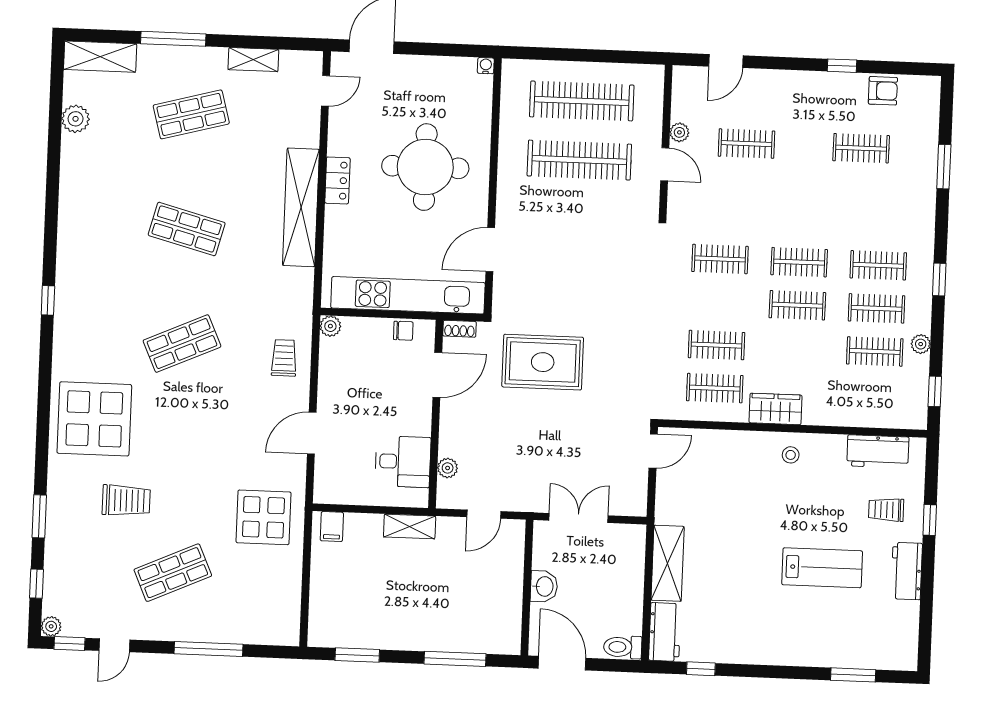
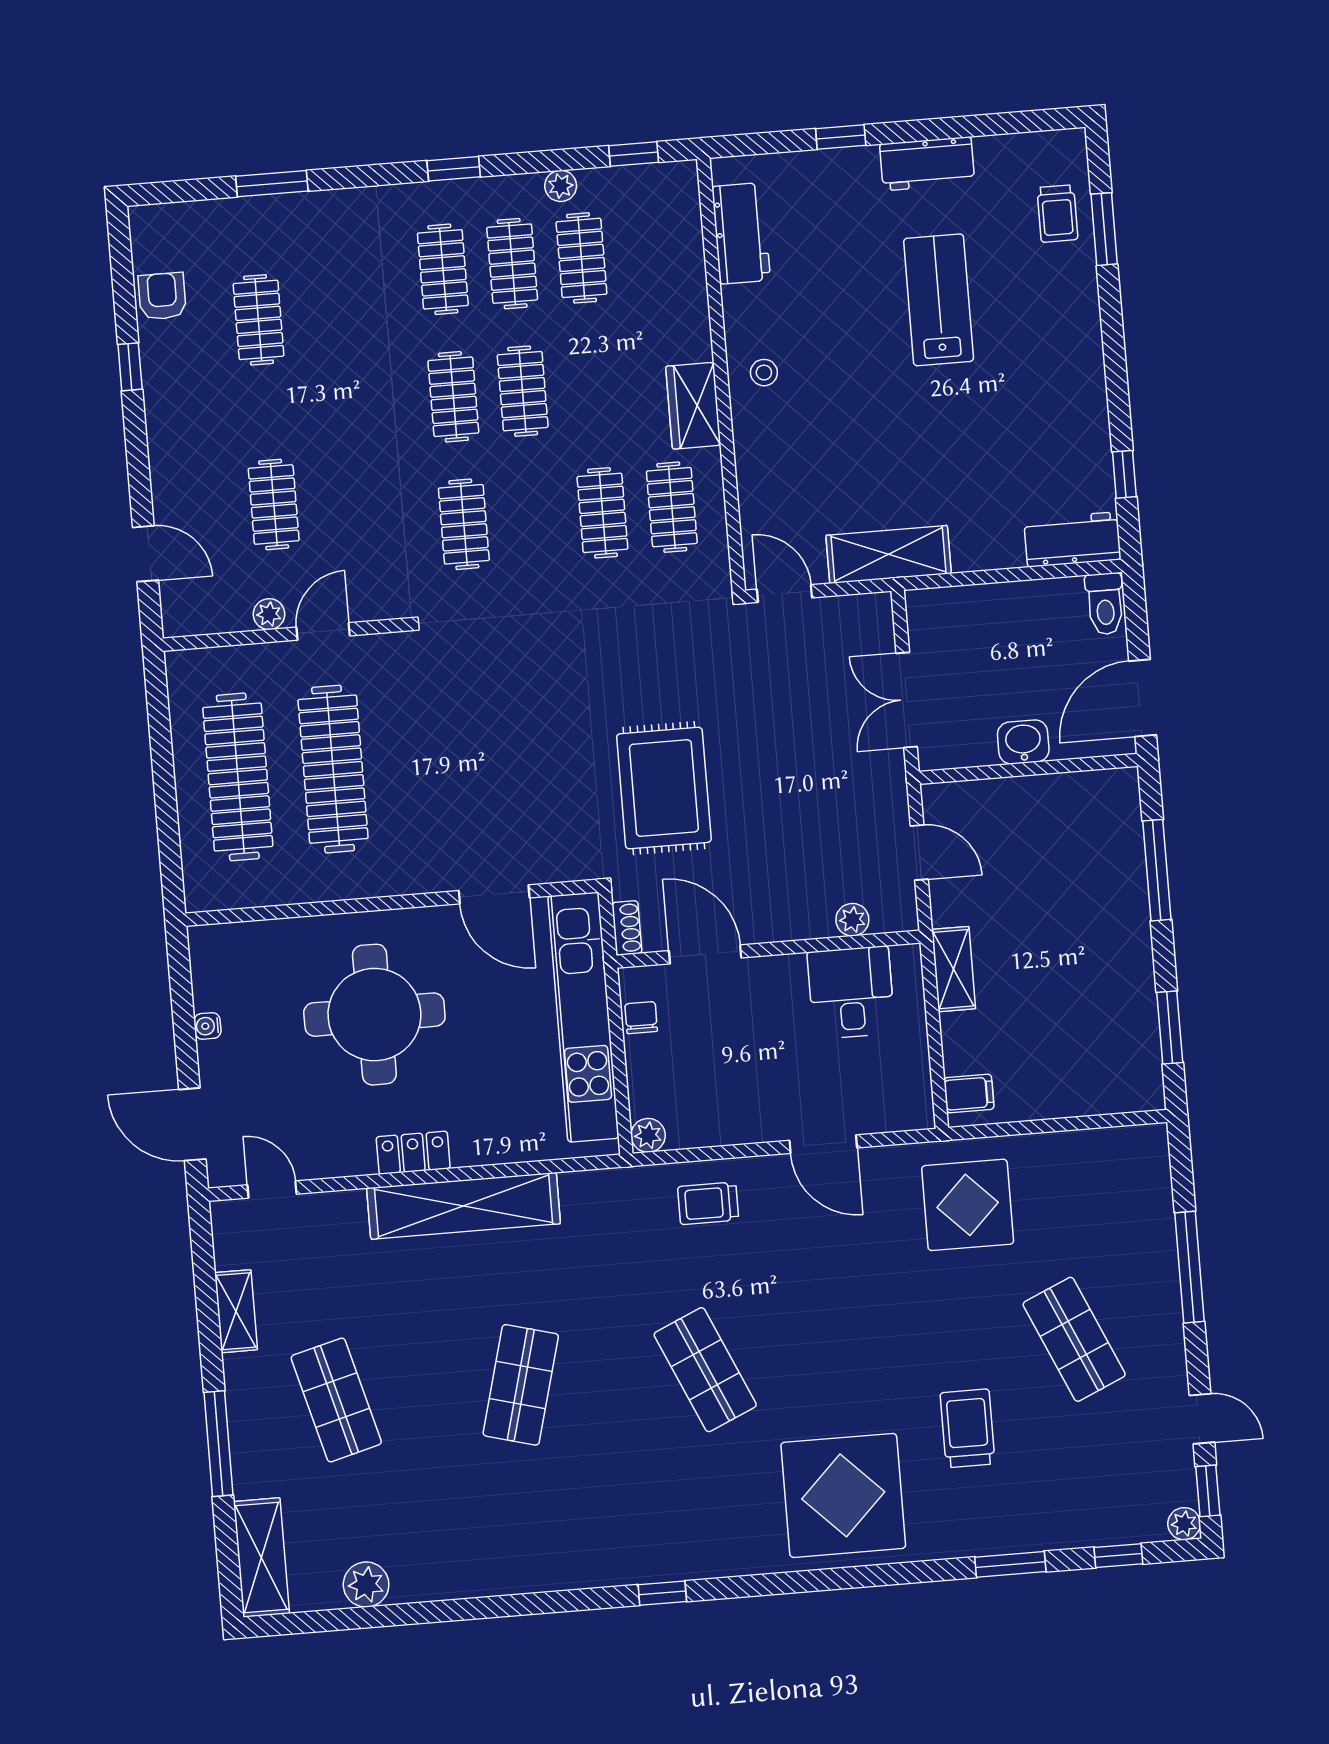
water cooler: (486, 66) -> (207, 1026), moved
trolley: (886, 510) -> (1057, 214), moved
shelving: (668, 563) -> (889, 554), moved

